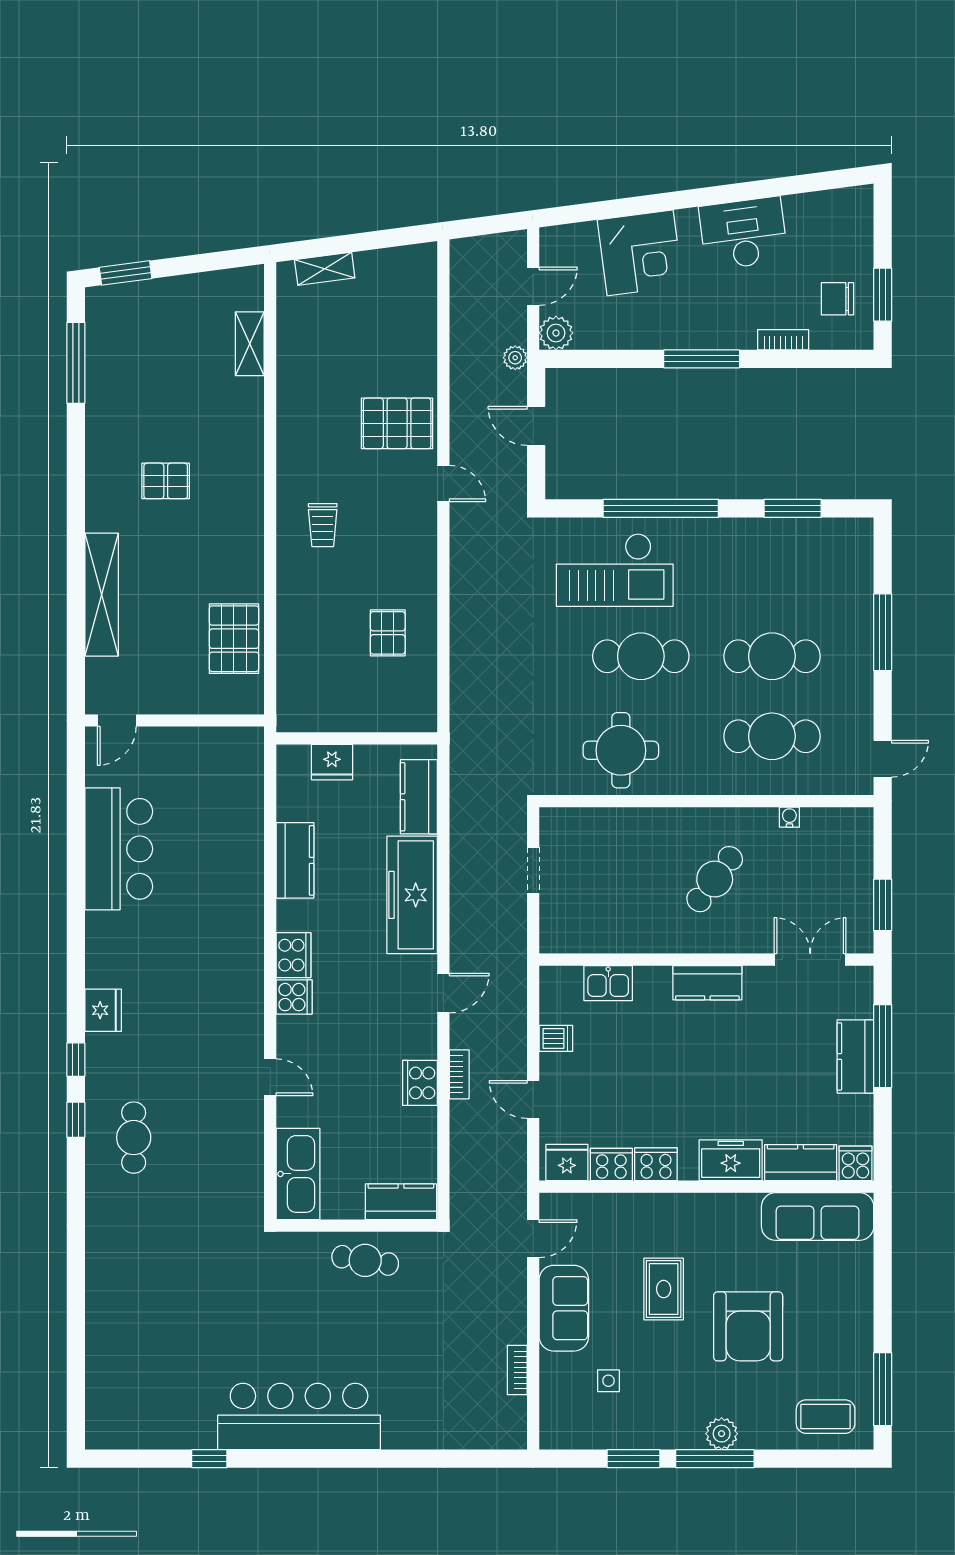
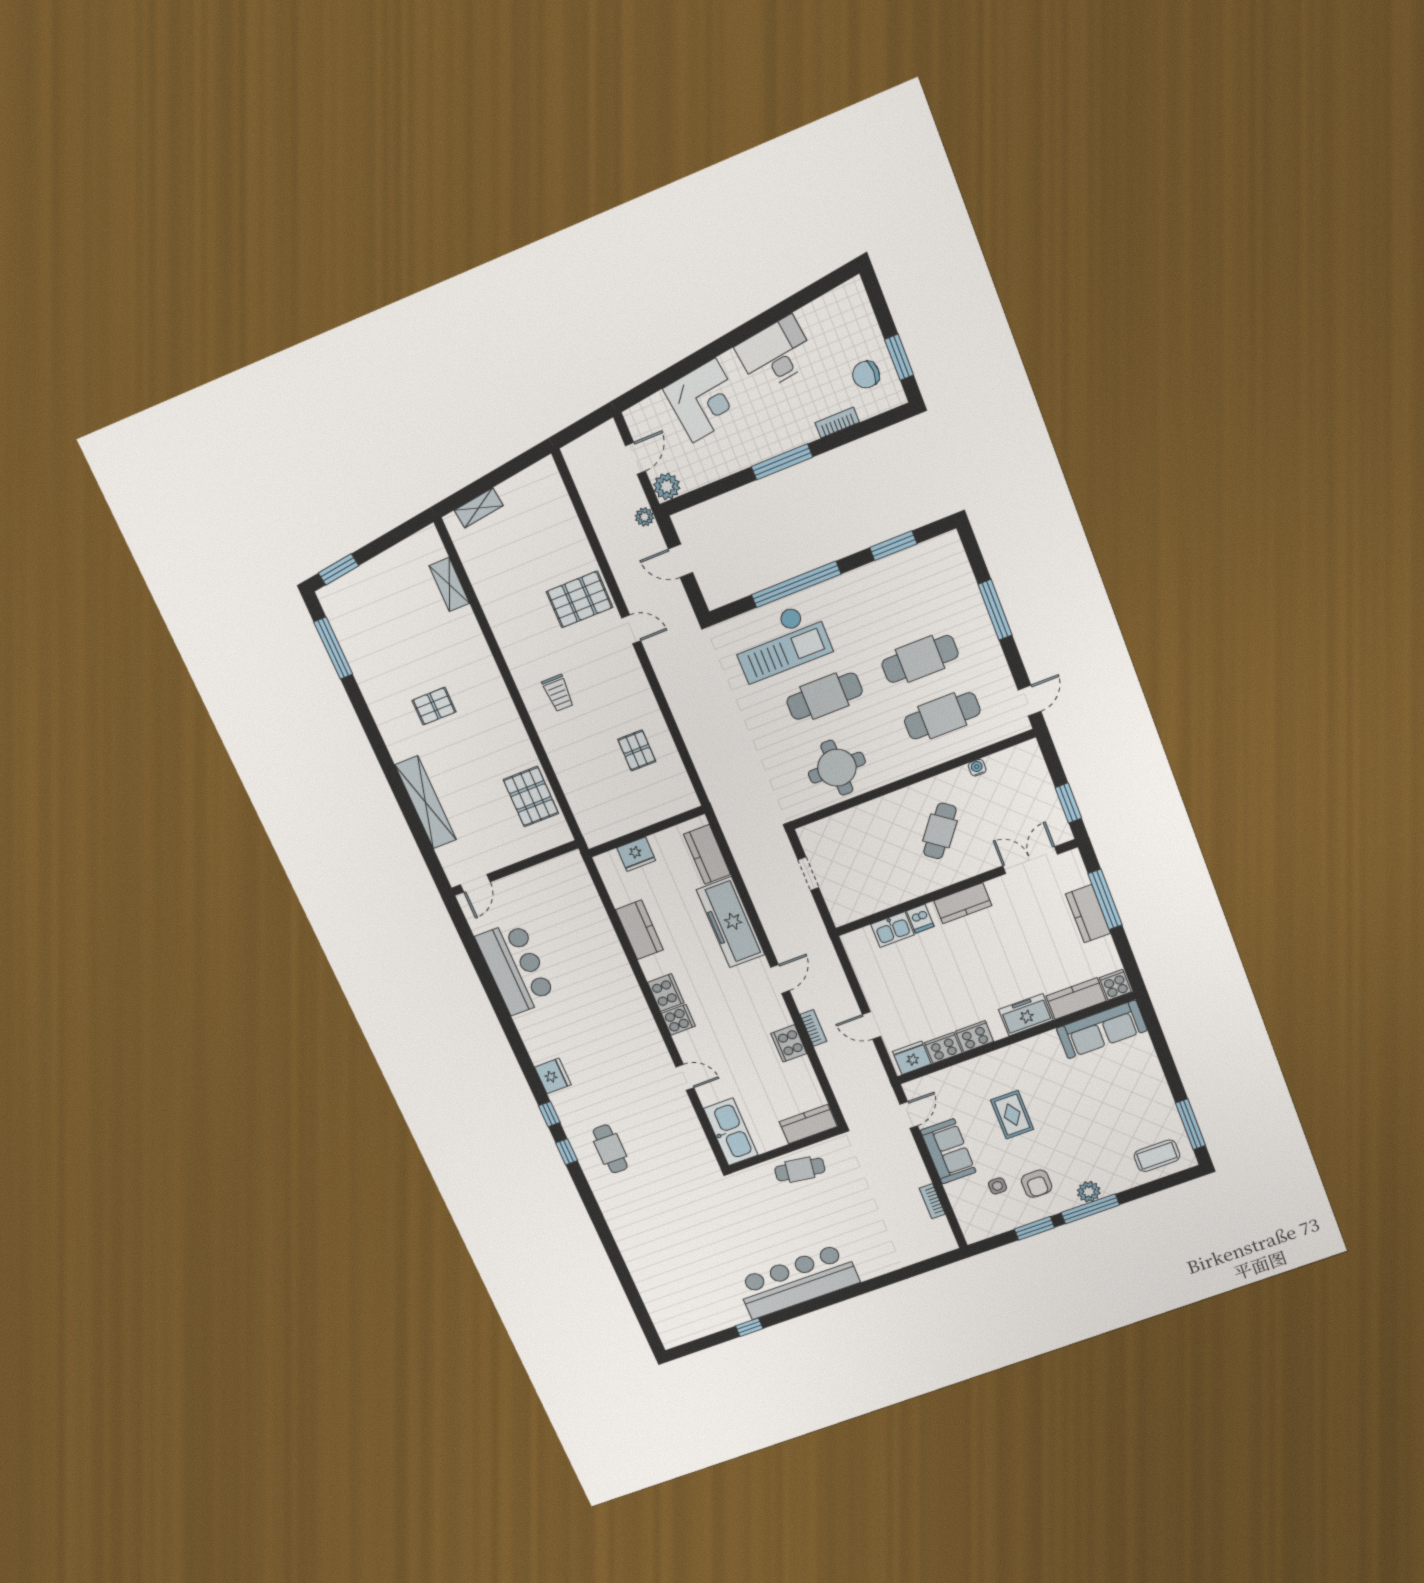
dishwasher: (556, 1038) -> (920, 919), moved, turned 90
armchair: (748, 1326) -> (1037, 1184), moved, width x0.53, depth x0.53

